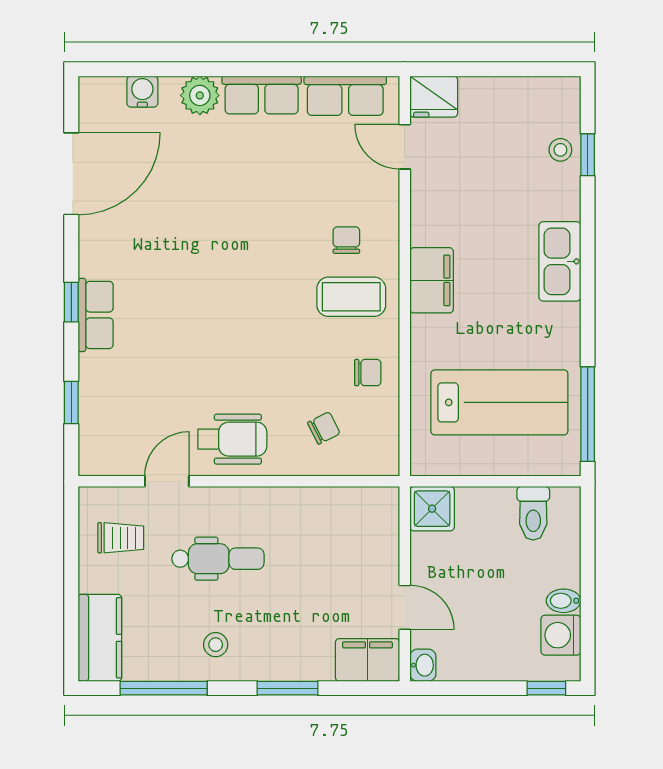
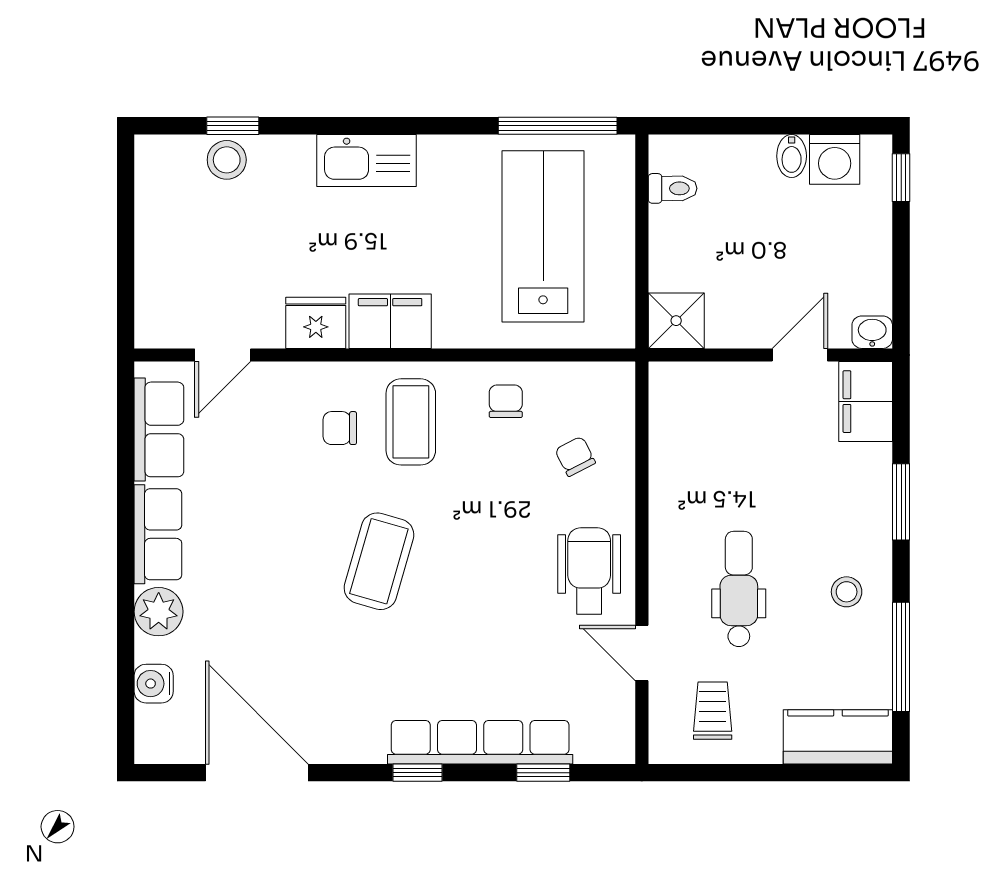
fridge: (434, 97) -> (316, 323), moved, turned -90
stool: (560, 150) -> (227, 160), width x1.37, depth x1.37
coffee table: (240, 271) -> (379, 561), added
row of seats: (96, 315) -> (480, 742), width x2.02
toilet: (533, 513) -> (673, 188), width x0.73, depth x0.72

